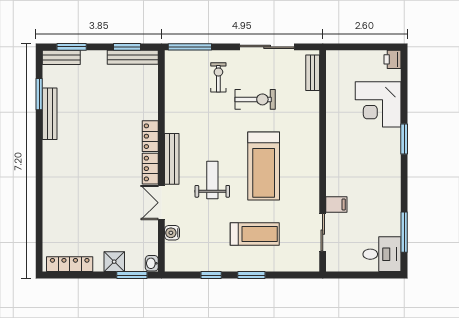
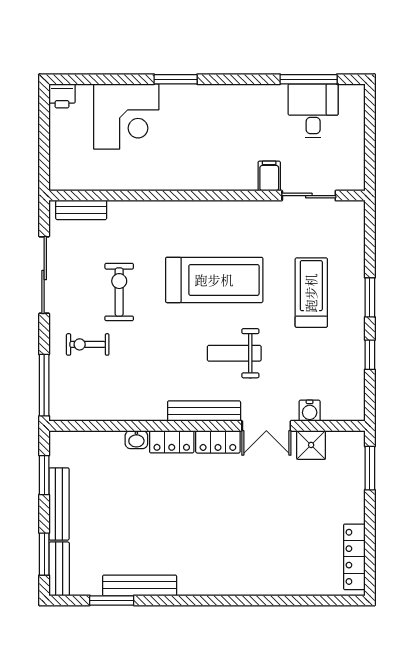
bench: (133, 57) -> (59, 504), moved
desk: (382, 254) -> (313, 111), moved
shower: (114, 262) -> (311, 445), moved
washbasin: (152, 263) -> (136, 440), moved

